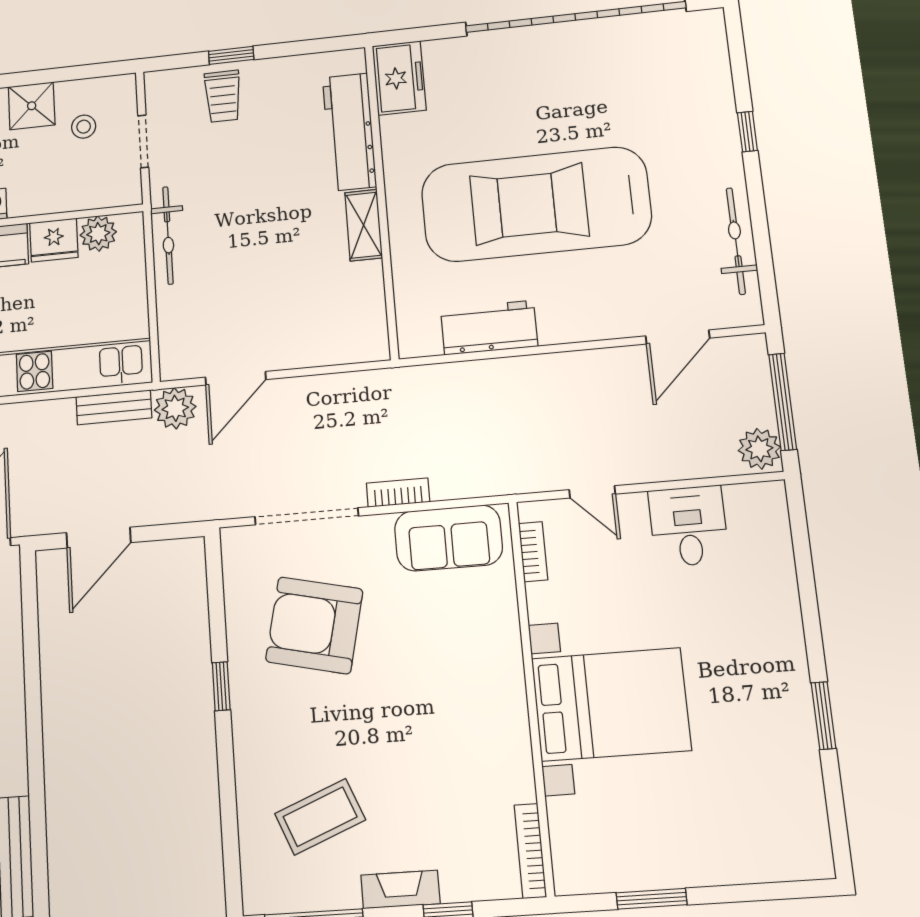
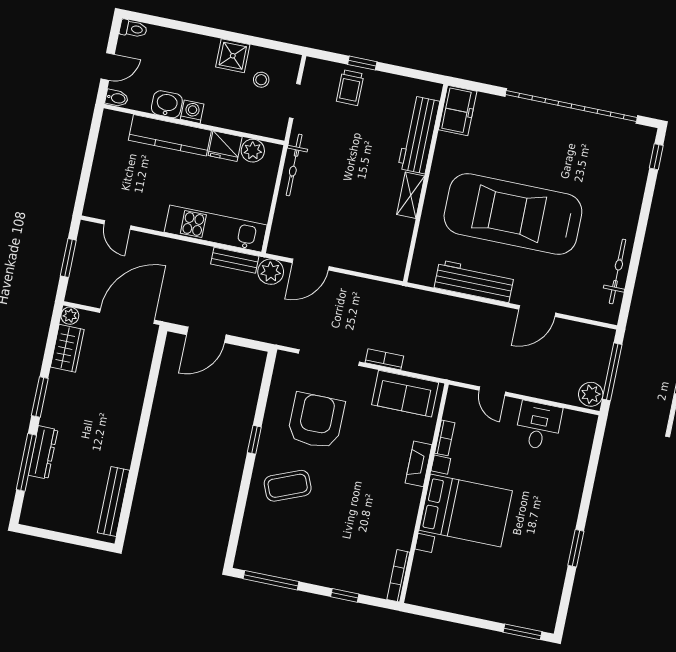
window: (747, 132) -> (656, 157), moved
workbench: (489, 328) -> (474, 281), width x1.38
door: (678, 337) -> (537, 311), moved
bookcase: (533, 552) -> (445, 438), moved
armchair: (314, 625) -> (316, 421), turned 77
coffee table: (320, 817) -> (288, 486), moved
fireplace: (400, 889) -> (419, 464), moved, turned -90
window: (652, 899) -> (523, 632), moved

